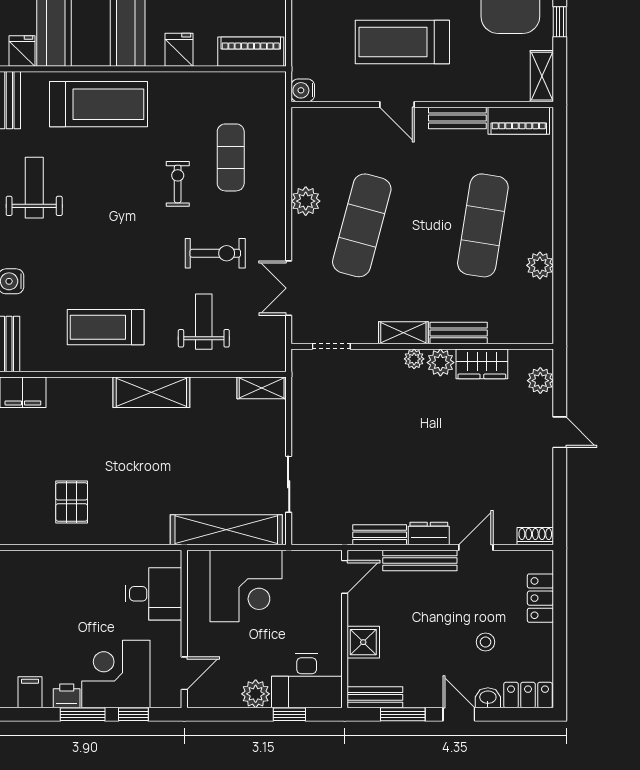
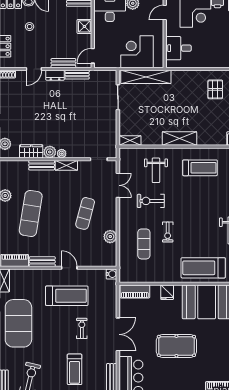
plant: (306, 201) -> (110, 237), moved
exercise mat: (362, 225) -> (85, 213), width x0.73, depth x0.69
bench: (420, 560) -> (63, 63), width x0.73

